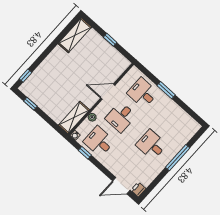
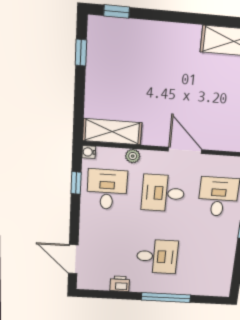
desk: (151, 145) -> (157, 256), turned 90
printer: (138, 189) -> (120, 284), moved

